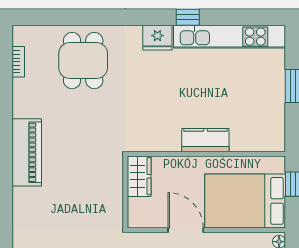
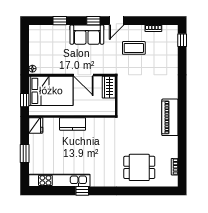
fridge: (157, 38) -> (36, 125), moved, turned 90
dining table: (83, 61) -> (139, 167), turned 90
wardrobe: (139, 176) -> (109, 87), moved

